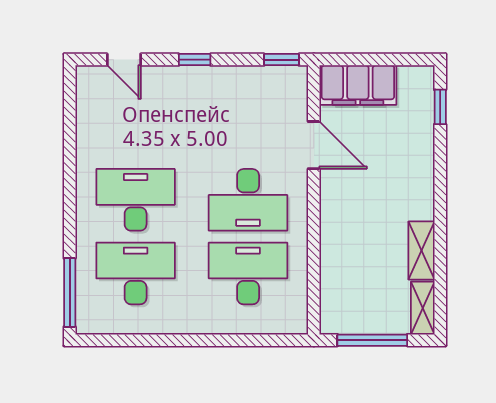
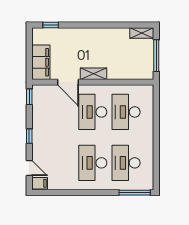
door: (124, 60) -> (29, 168), hinge flipped
filing cabinet: (91, 82) -> (40, 183), added
door: (314, 145) -> (68, 82), swing flipped
desk: (248, 200) -> (93, 112), turned 180
shelving: (421, 250) -> (94, 74), moved

